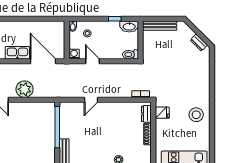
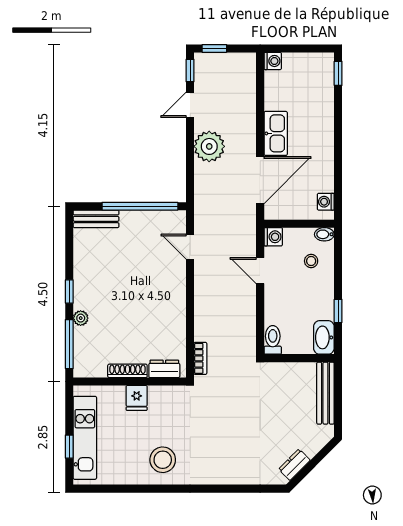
washing machine: (55, 25) -> (326, 202), added
door: (93, 61) -> (260, 271), swing flipped
door: (91, 100) -> (190, 247), moved
fridge: (162, 113) -> (137, 398), moved

